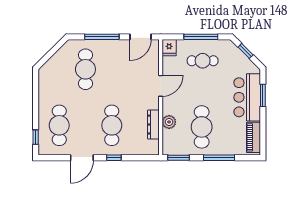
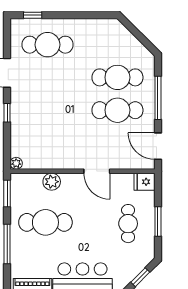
window: (201, 37) -> (158, 221), width x0.69
cafe table: (112, 125) -> (117, 110), moved
dresser: (153, 125) -> (48, 162), removed
plant: (154, 150) -> (16, 163), added

